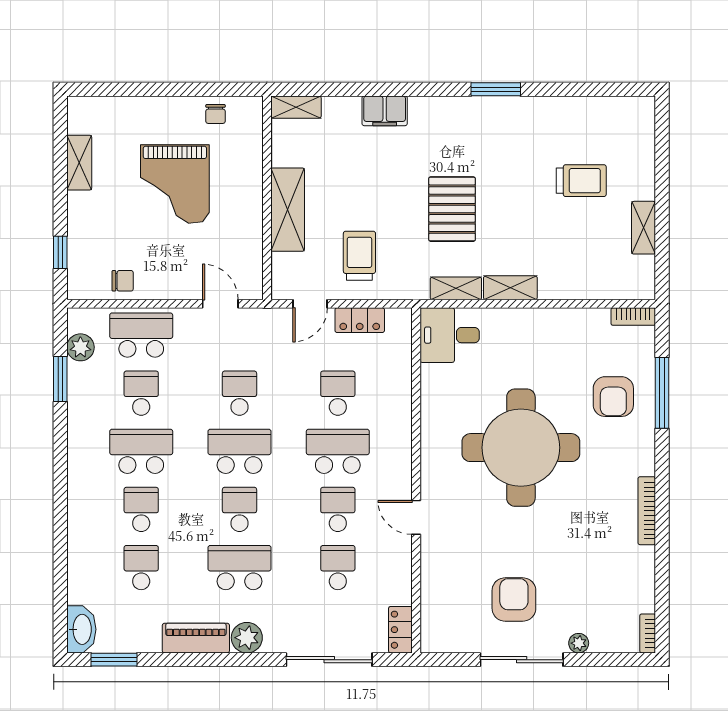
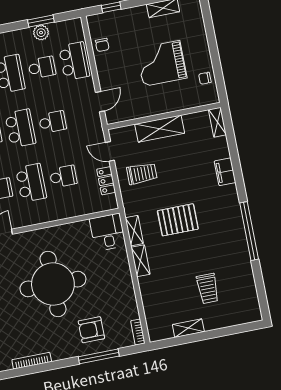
window: (496, 89) -> (249, 231), width x2.11
plant: (80, 347) -> (41, 33), moved

